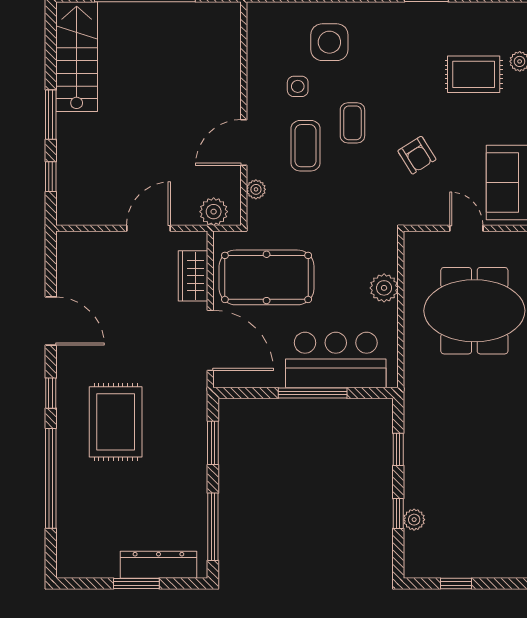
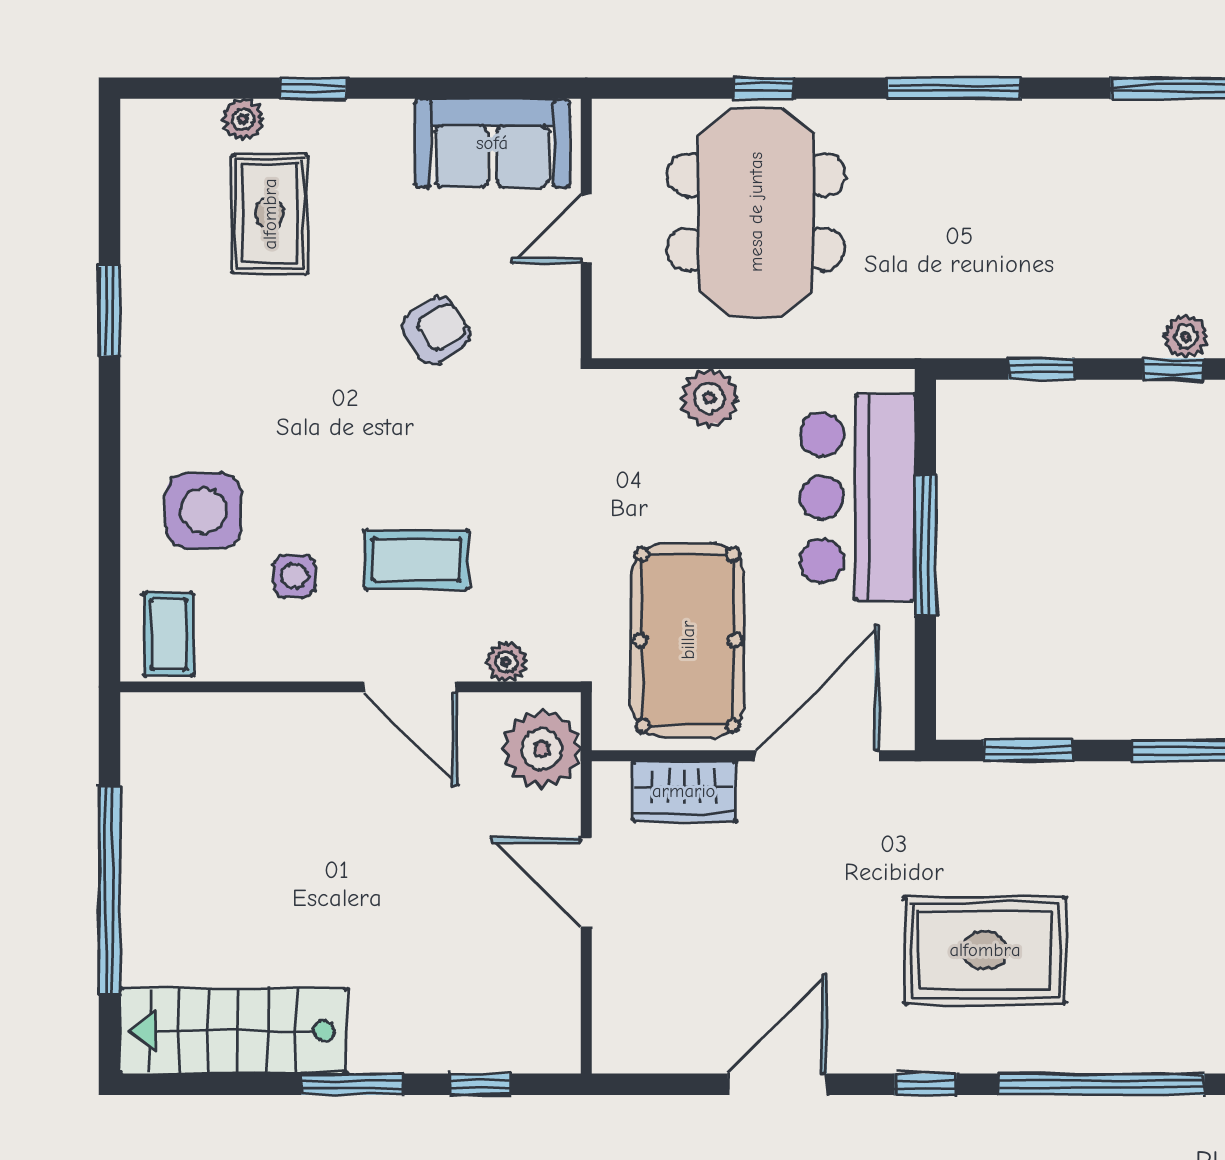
coffee table: (352, 123) -> (169, 634), moved, turned 90
plant: (214, 212) -> (542, 749), width x1.36, depth x1.36

